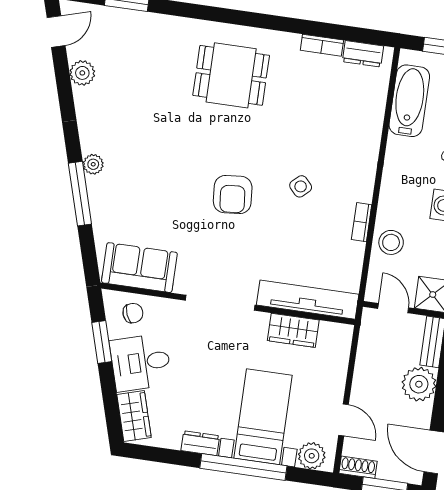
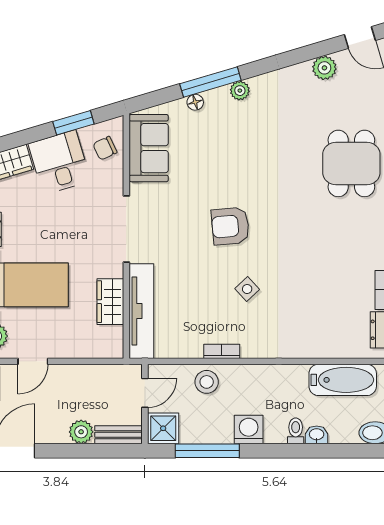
dining table: (231, 75) -> (351, 163), moved
floor lamp: (99, 212) -> (195, 102), added
chair: (133, 313) -> (105, 148), turned 87
plant: (419, 384) -> (81, 432), width x0.73, depth x0.73

